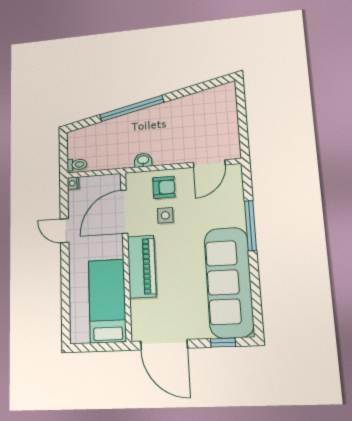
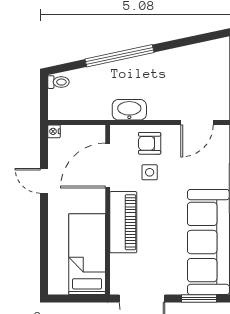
washbasin: (143, 160) -> (129, 110), width x1.91, depth x1.45
toilet: (77, 165) -> (58, 82), moved
armchair: (164, 187) -> (150, 143), turned 180
window: (223, 342) -> (199, 299), width x1.50

